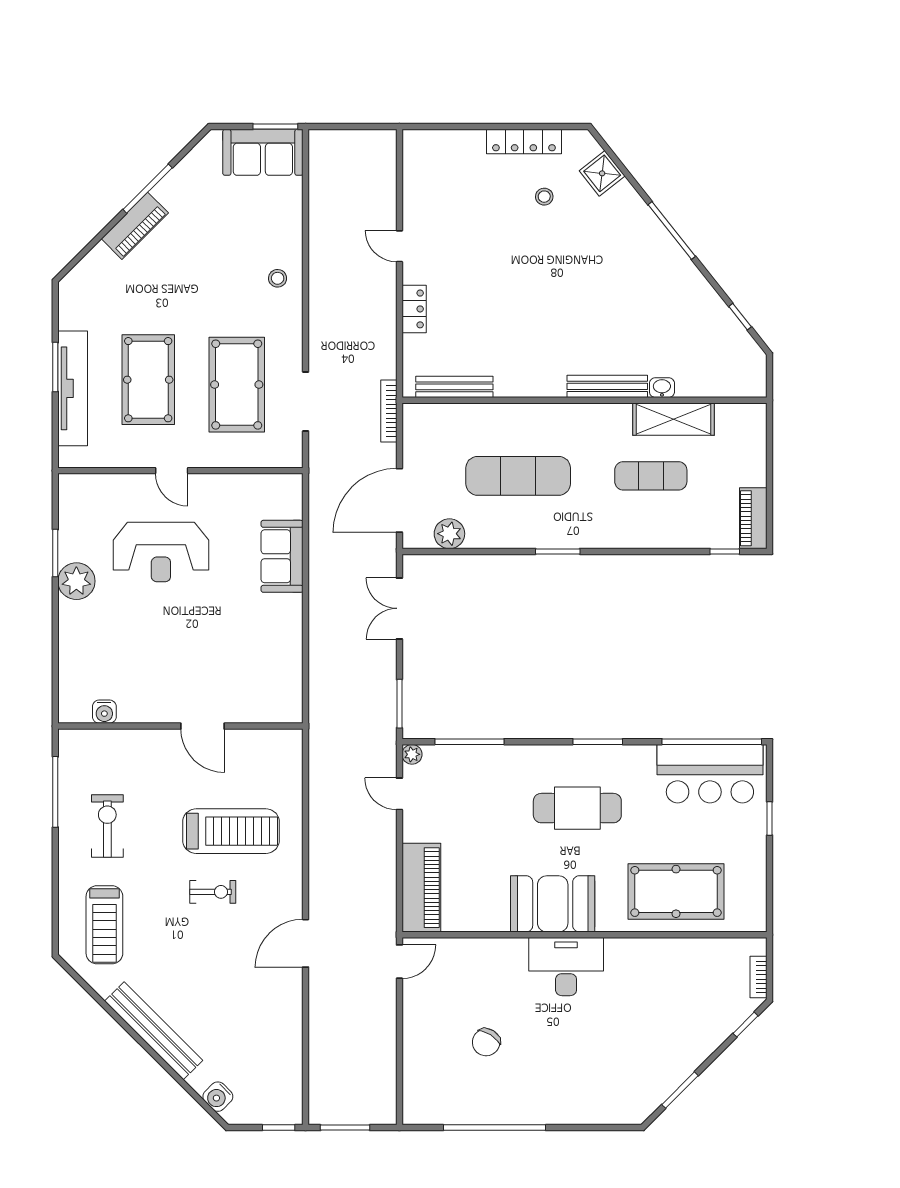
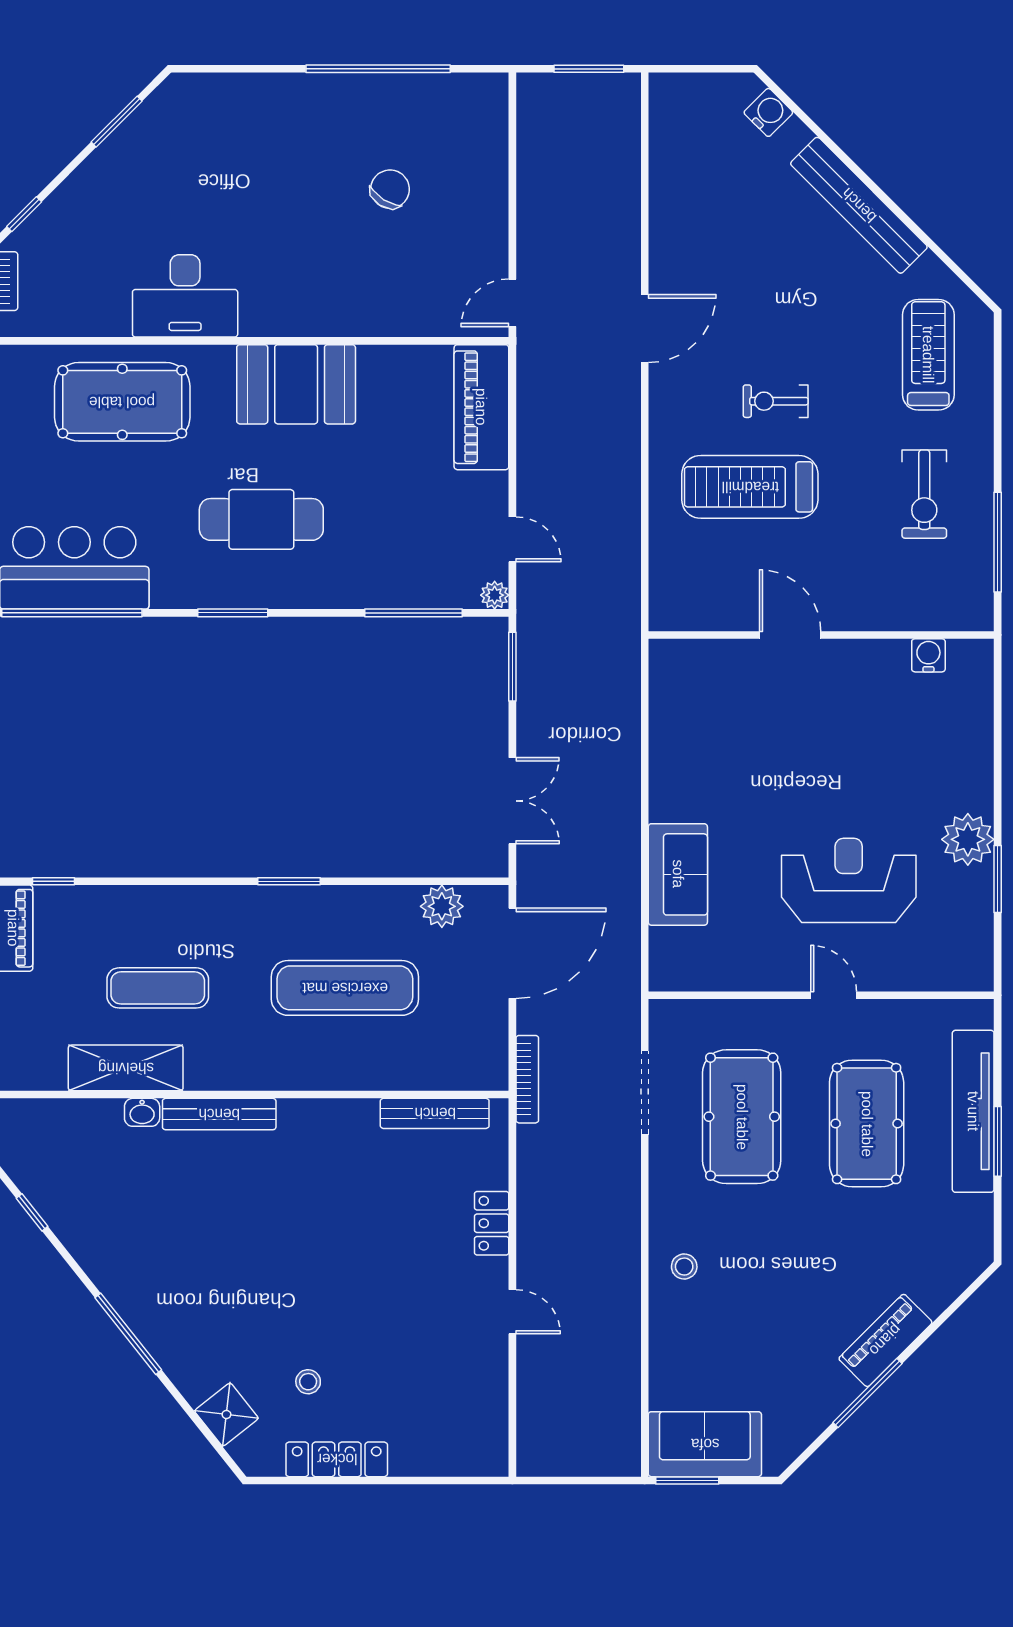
desk: (566, 967) -> (185, 296), moved
window: (279, 1128) -> (683, 69), removed

